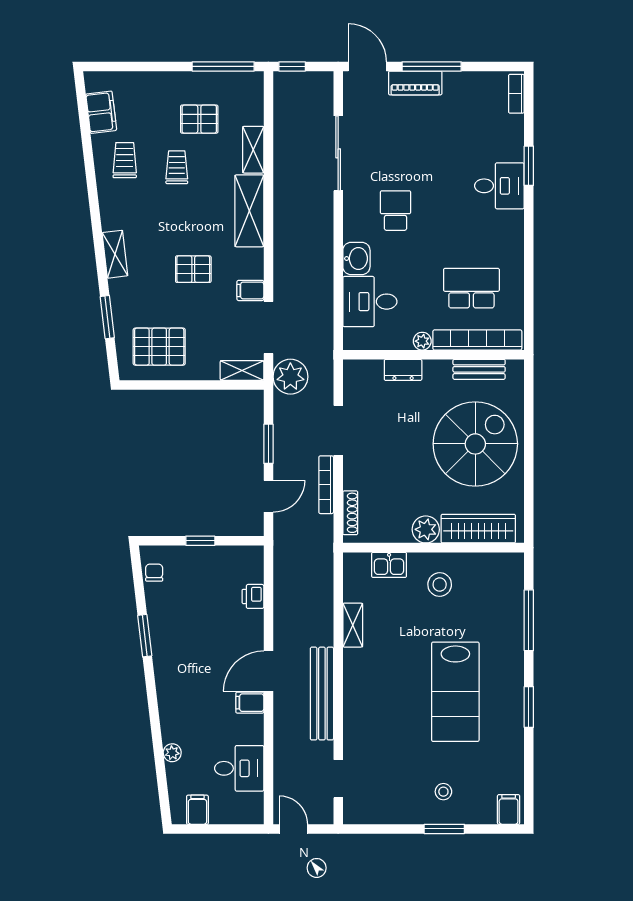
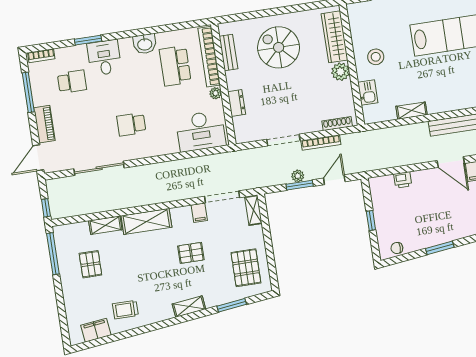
window: (432, 66) -> (28, 92), moved
school desk: (471, 133) -> (72, 82), added
trolley: (177, 167) -> (125, 274), removed
washbasin: (356, 259) -> (145, 44), moved, turned 180
pallet: (193, 269) -> (191, 253), turned 90
desk: (370, 302) -> (201, 131), width x1.37
plant: (290, 377) -> (298, 176), moved, width x0.53, depth x0.53
spiral stairs: (475, 444) -> (279, 47), width x0.73, depth x0.73
door: (268, 496) -> (334, 180), hinge flipped

